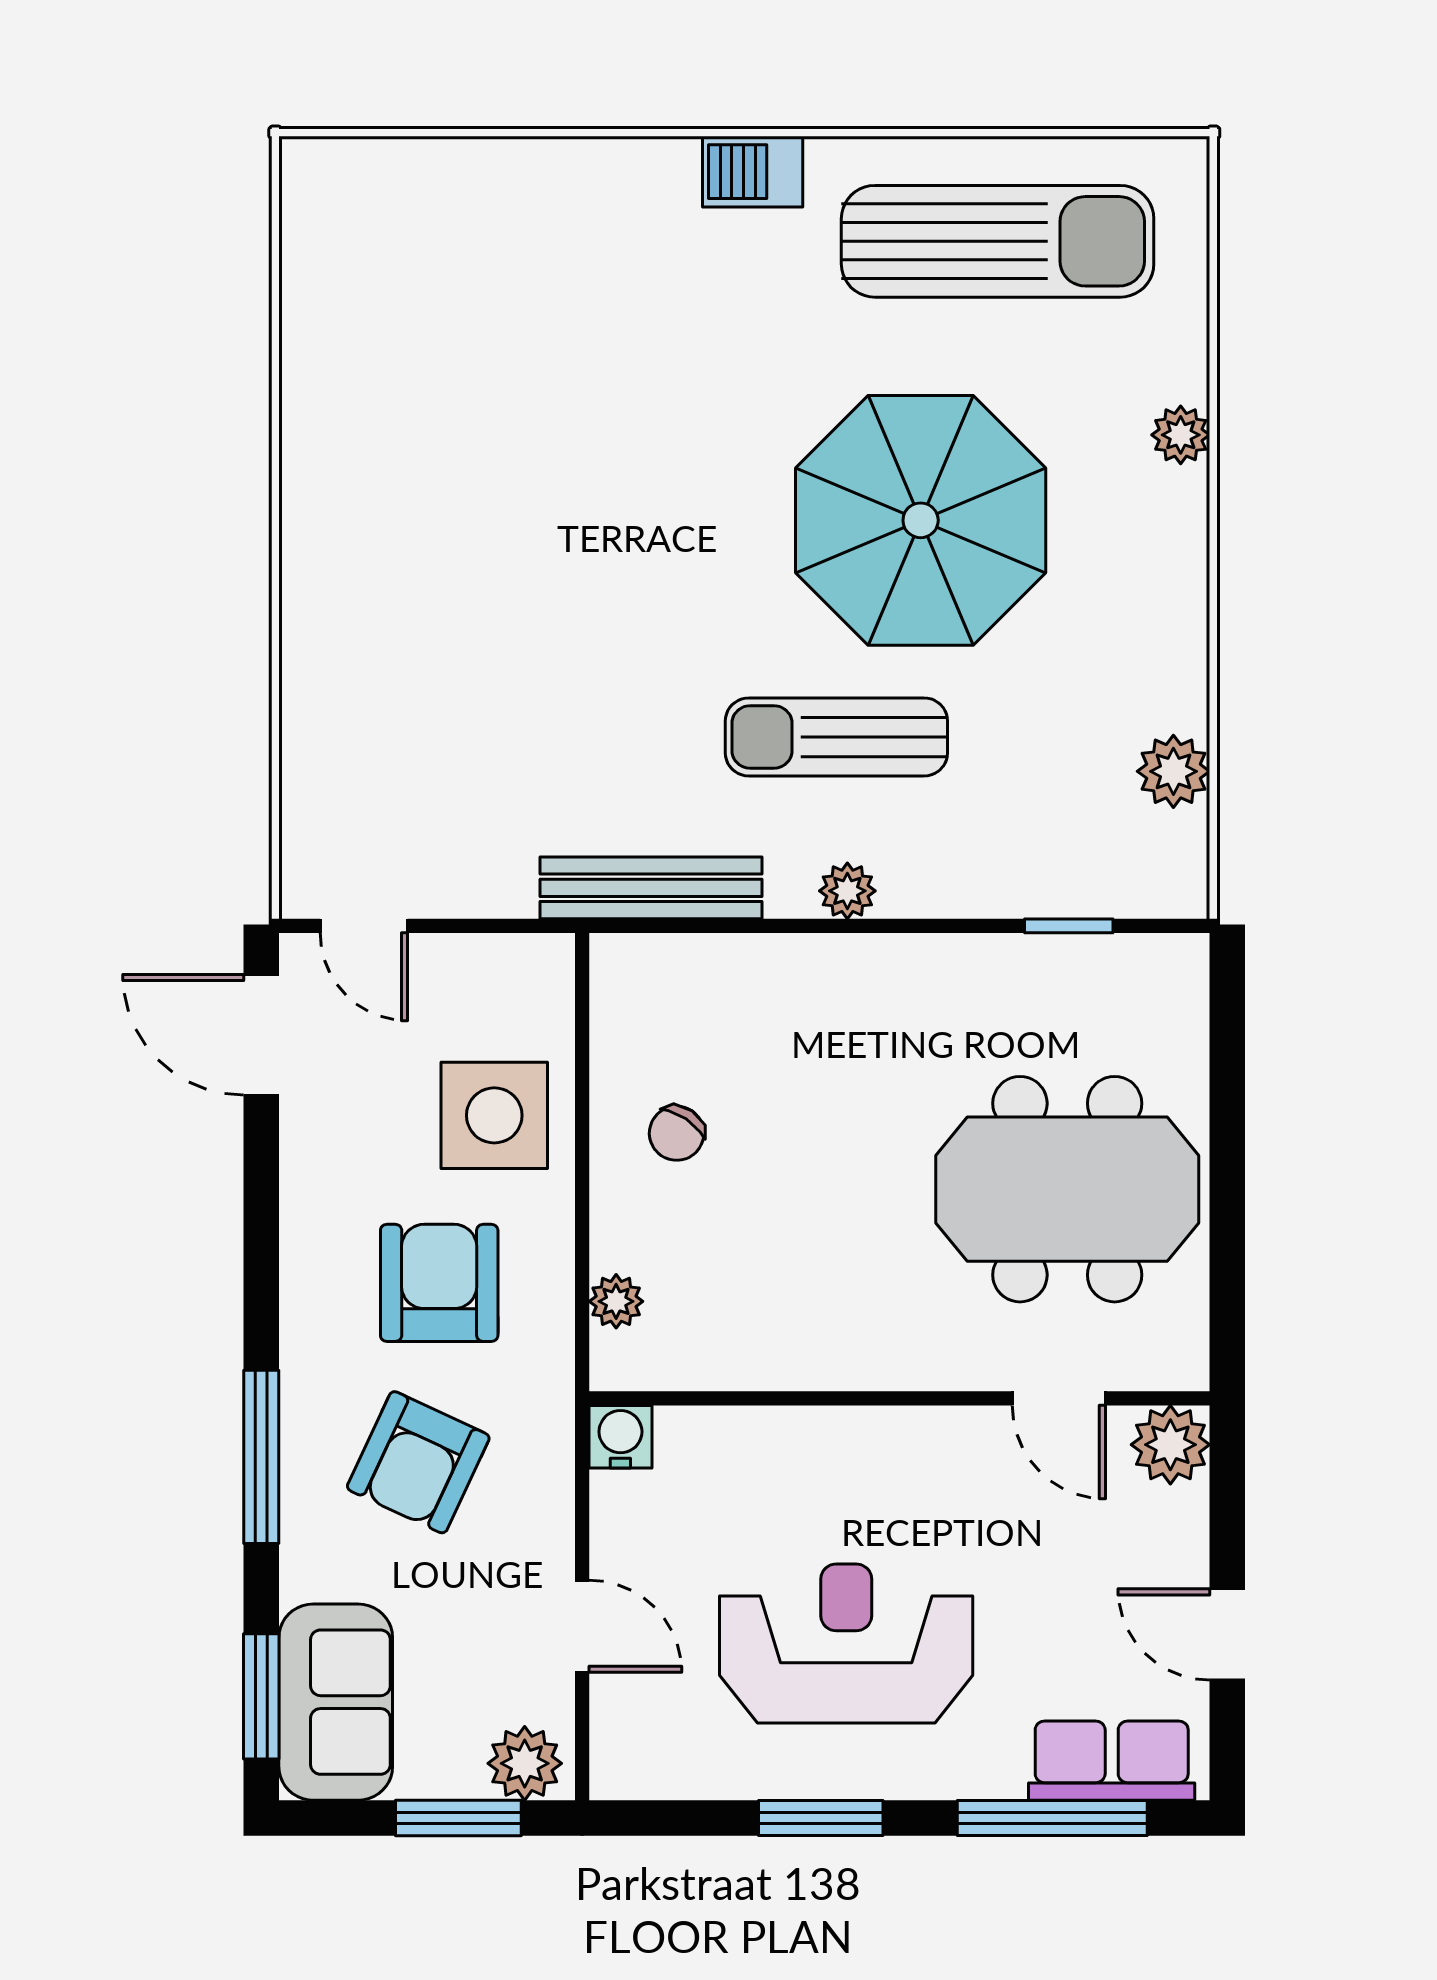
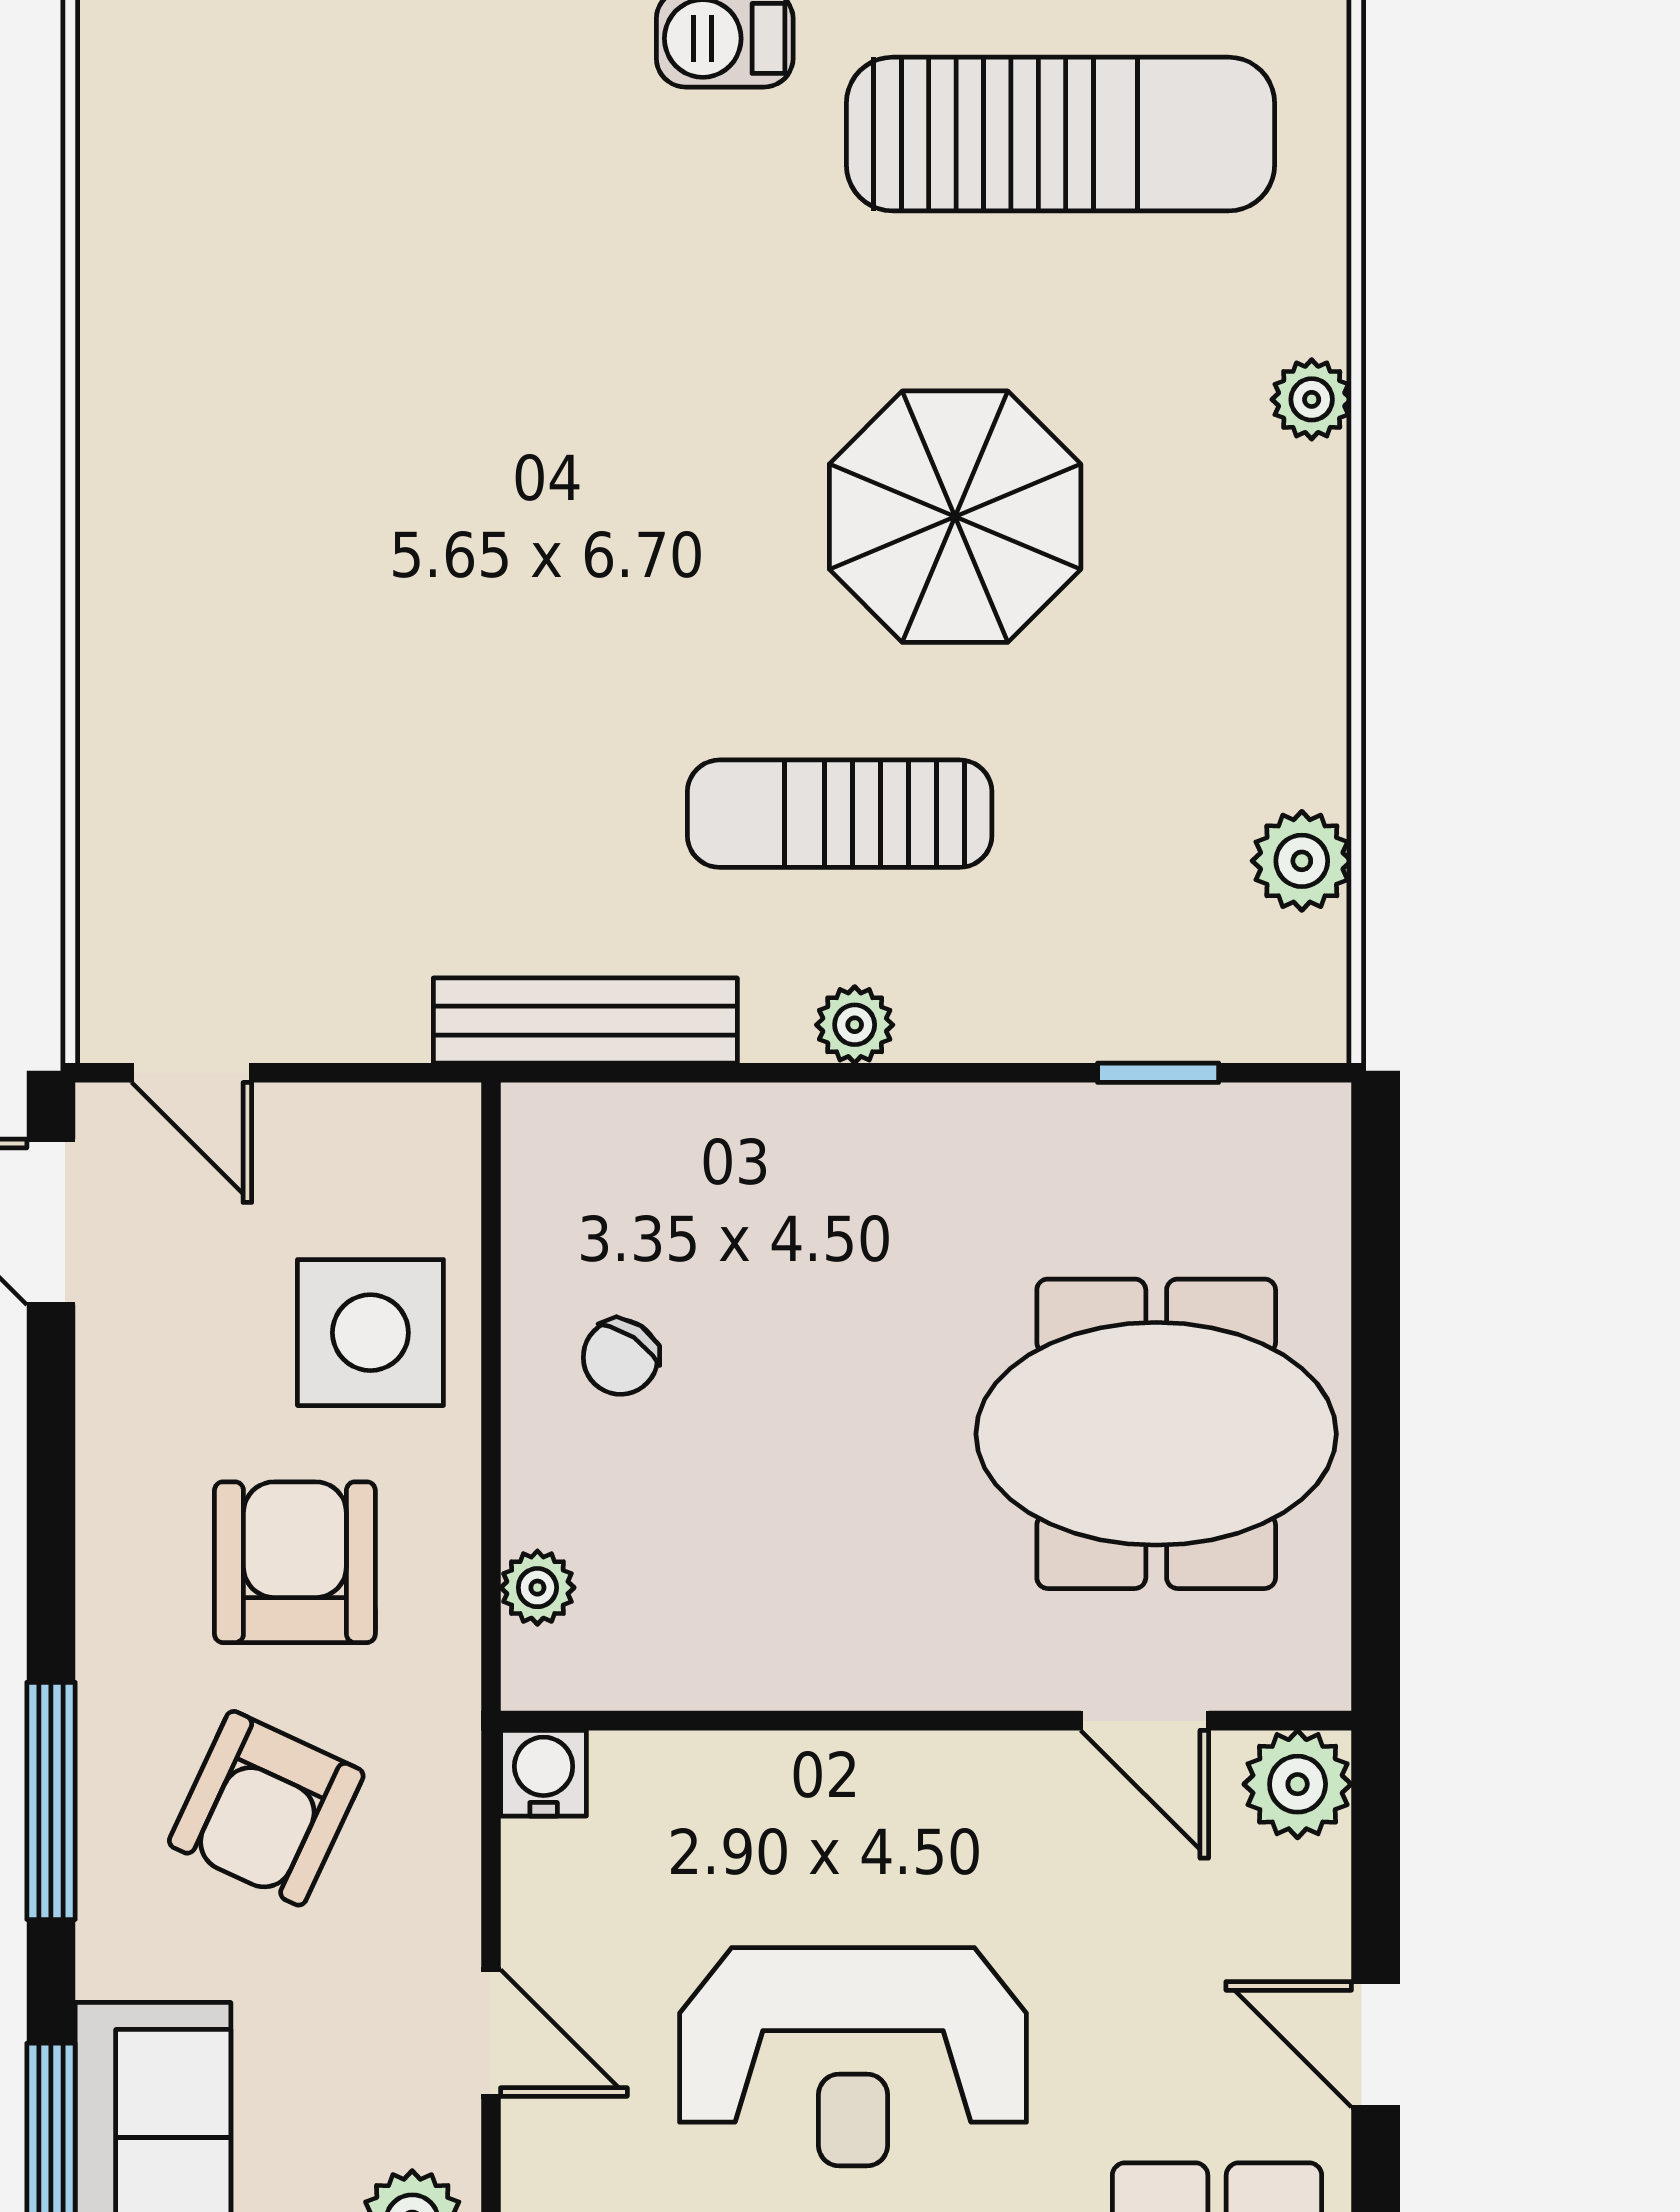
parasol: (921, 520) -> (955, 517), width x0.73, depth x0.73
reception desk: (846, 1644) -> (853, 2057), turned 180

